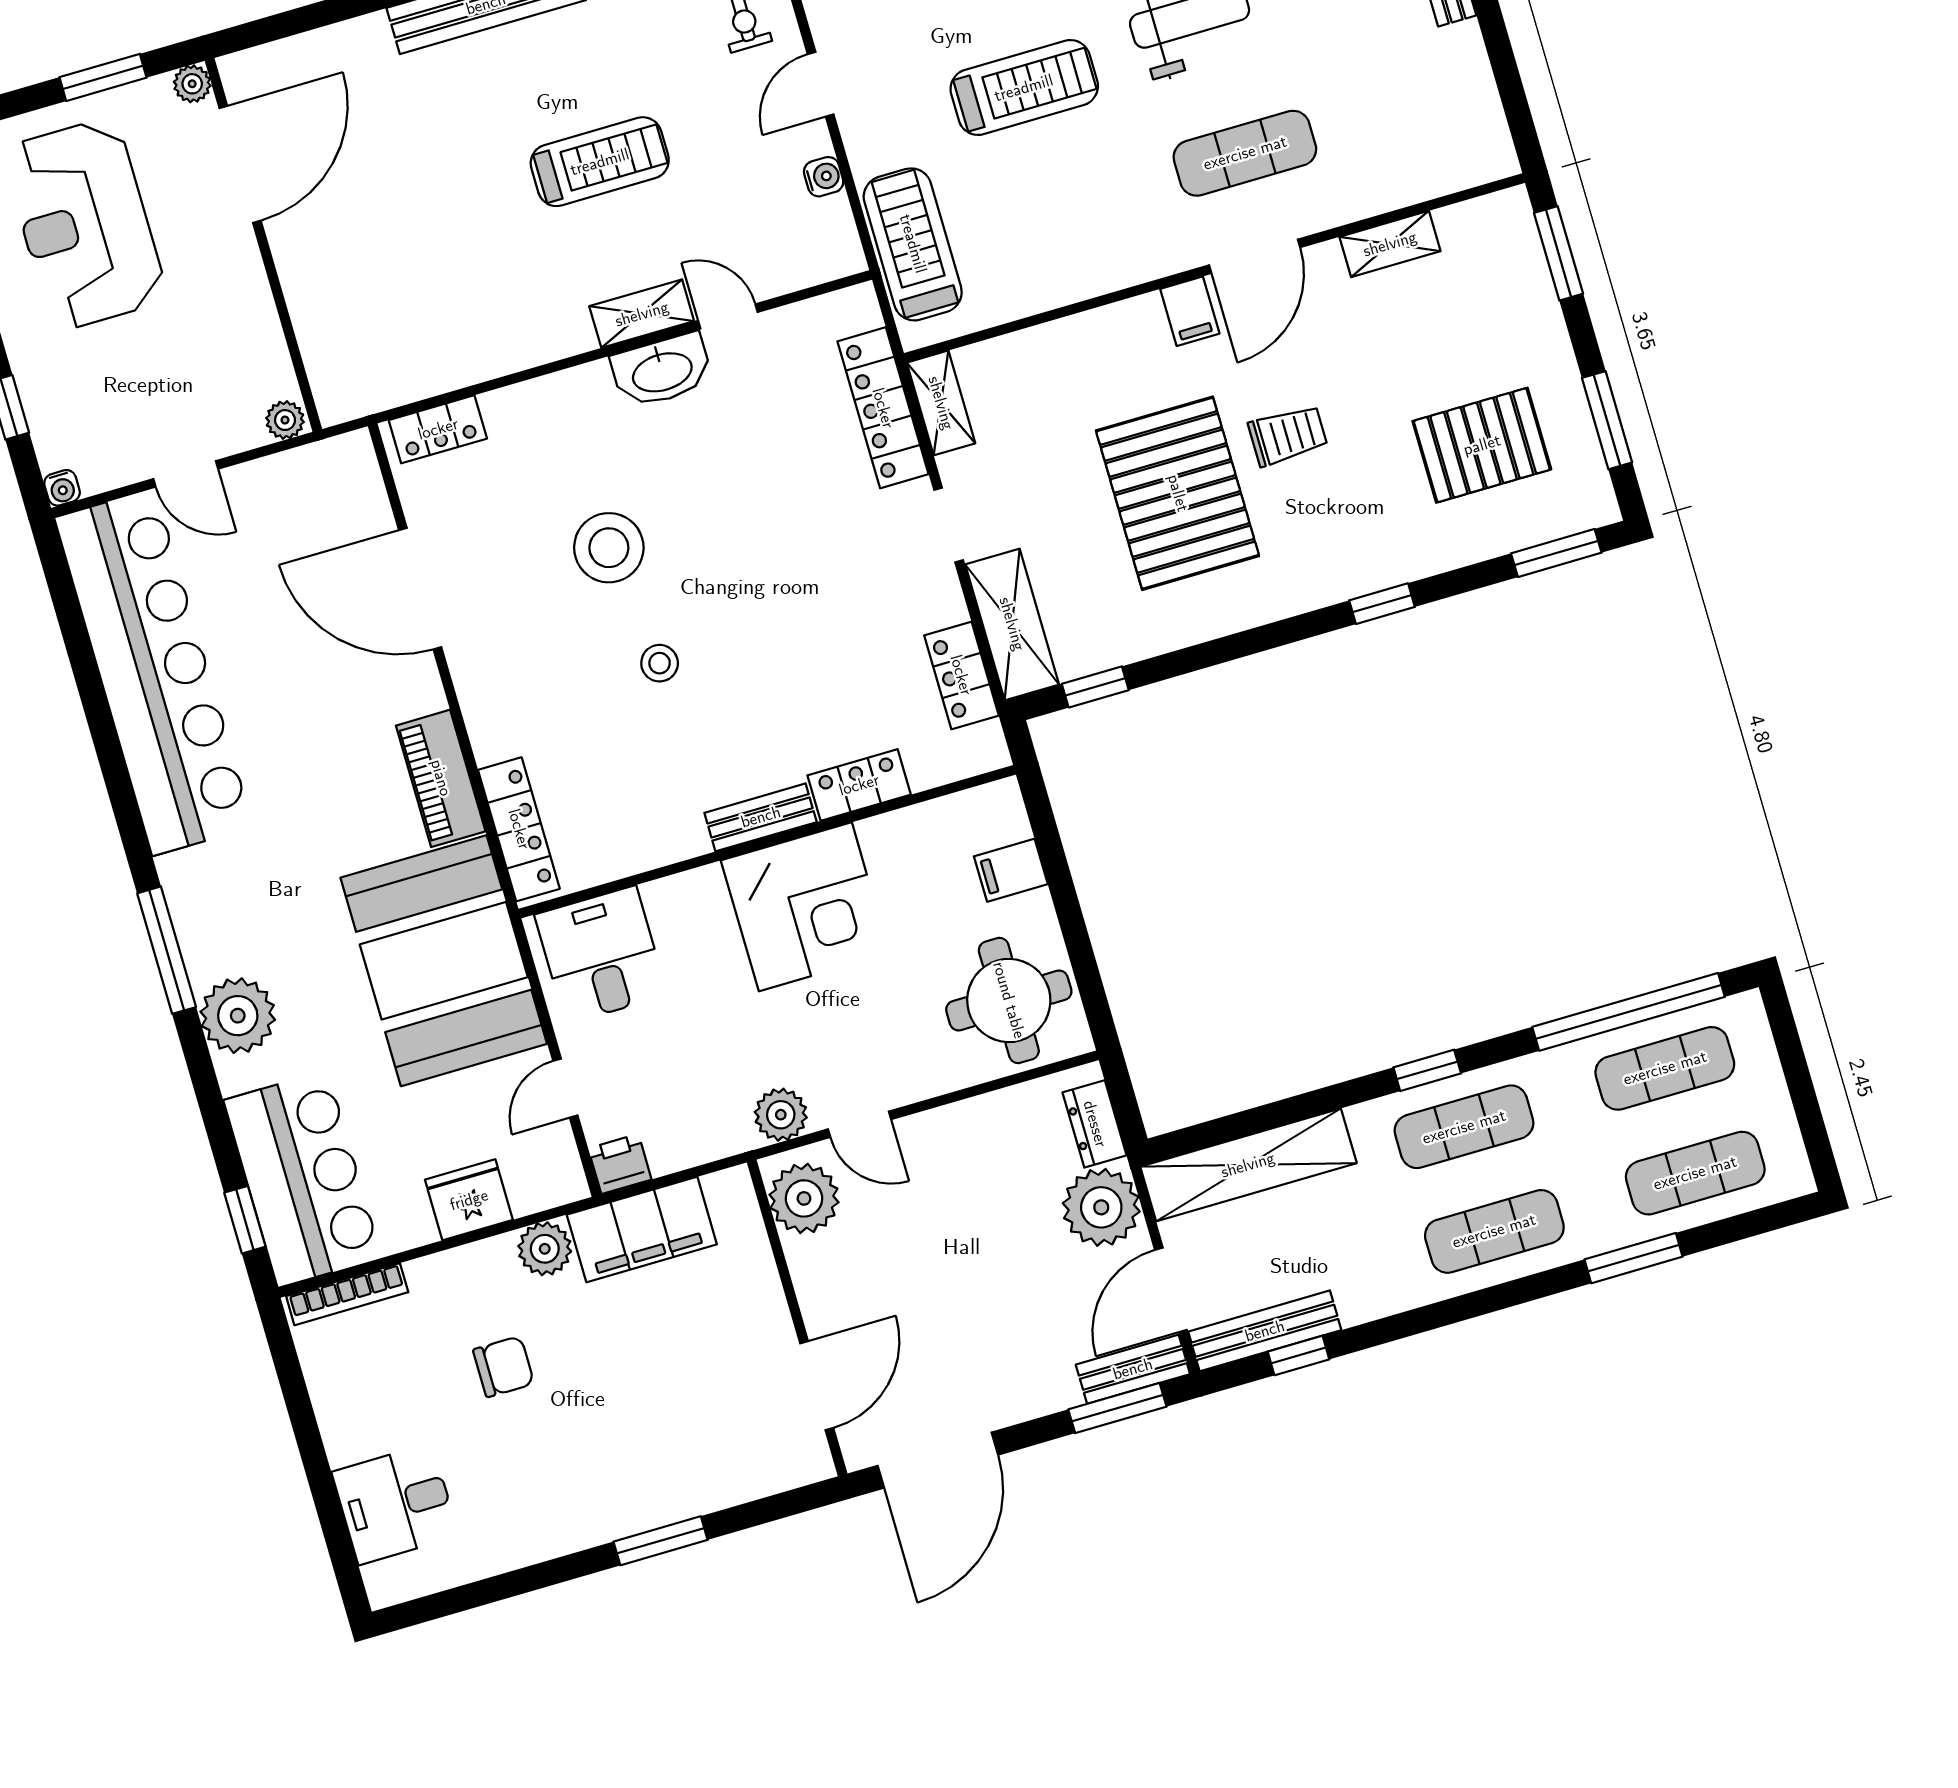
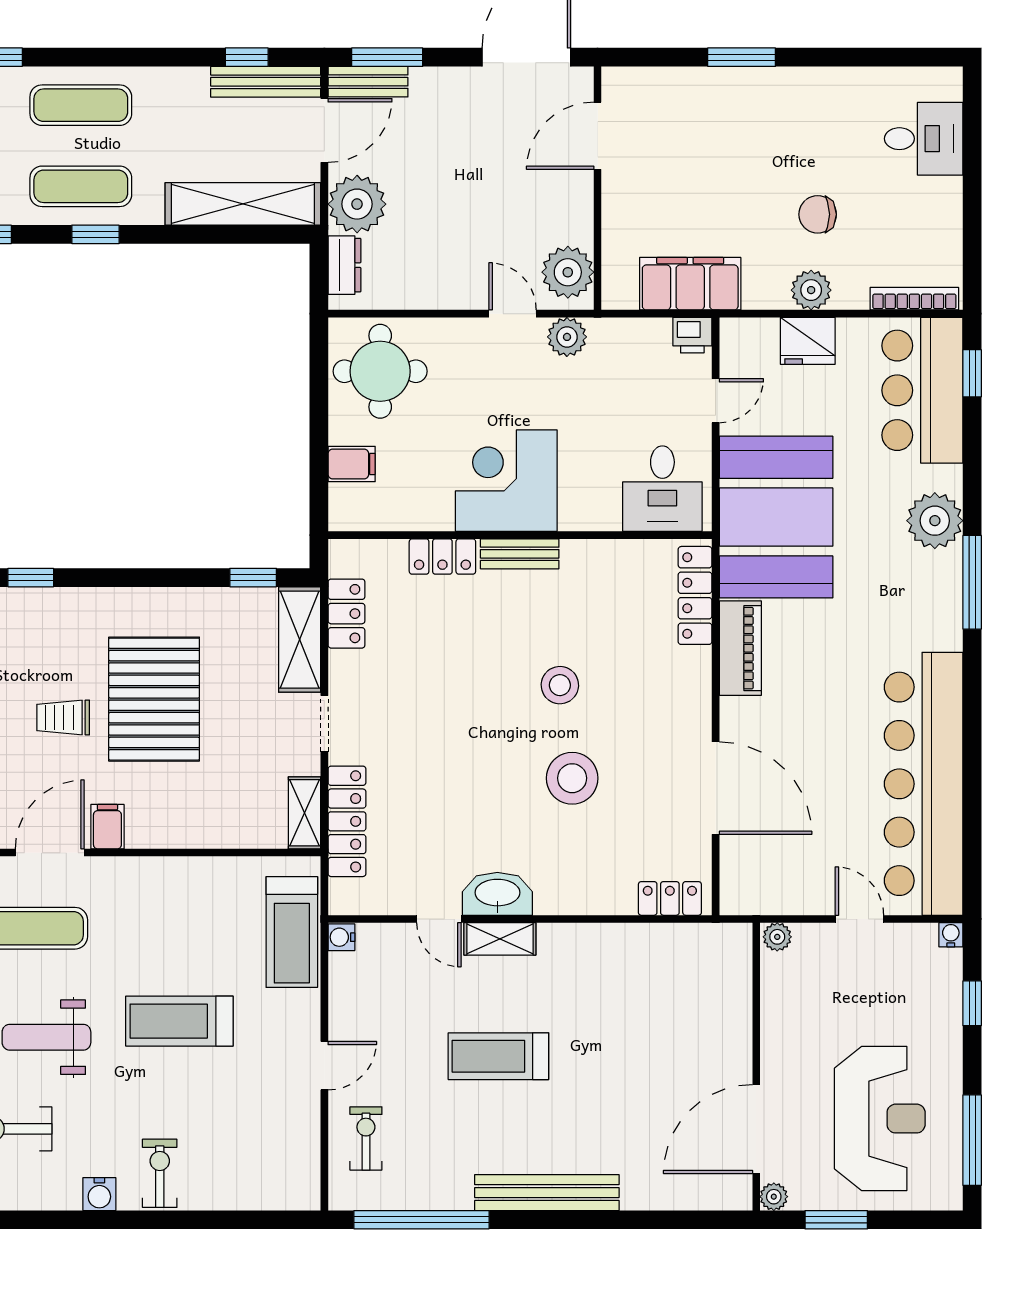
water cooler: (824, 177) -> (341, 937), moved
stool: (660, 663) -> (560, 685), width x1.37, depth x1.37
plant: (545, 1249) -> (811, 290), moved

